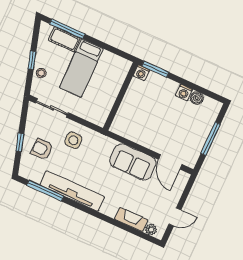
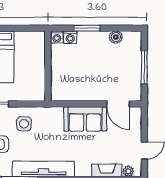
window: (155, 69) -> (87, 28), moved
washing machine: (184, 92) -> (70, 37), moved

